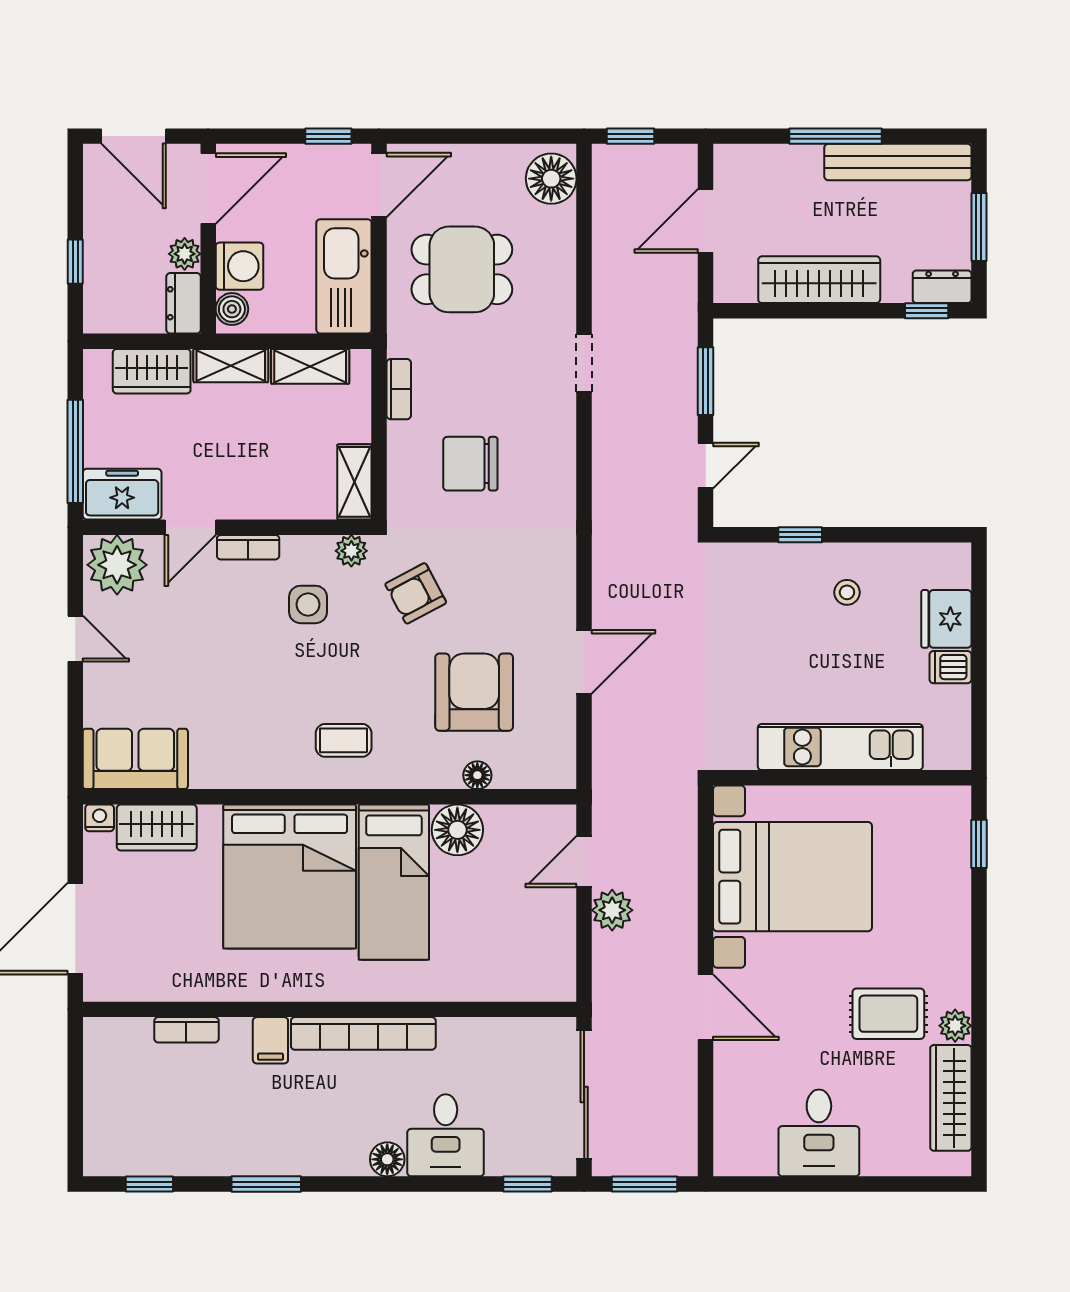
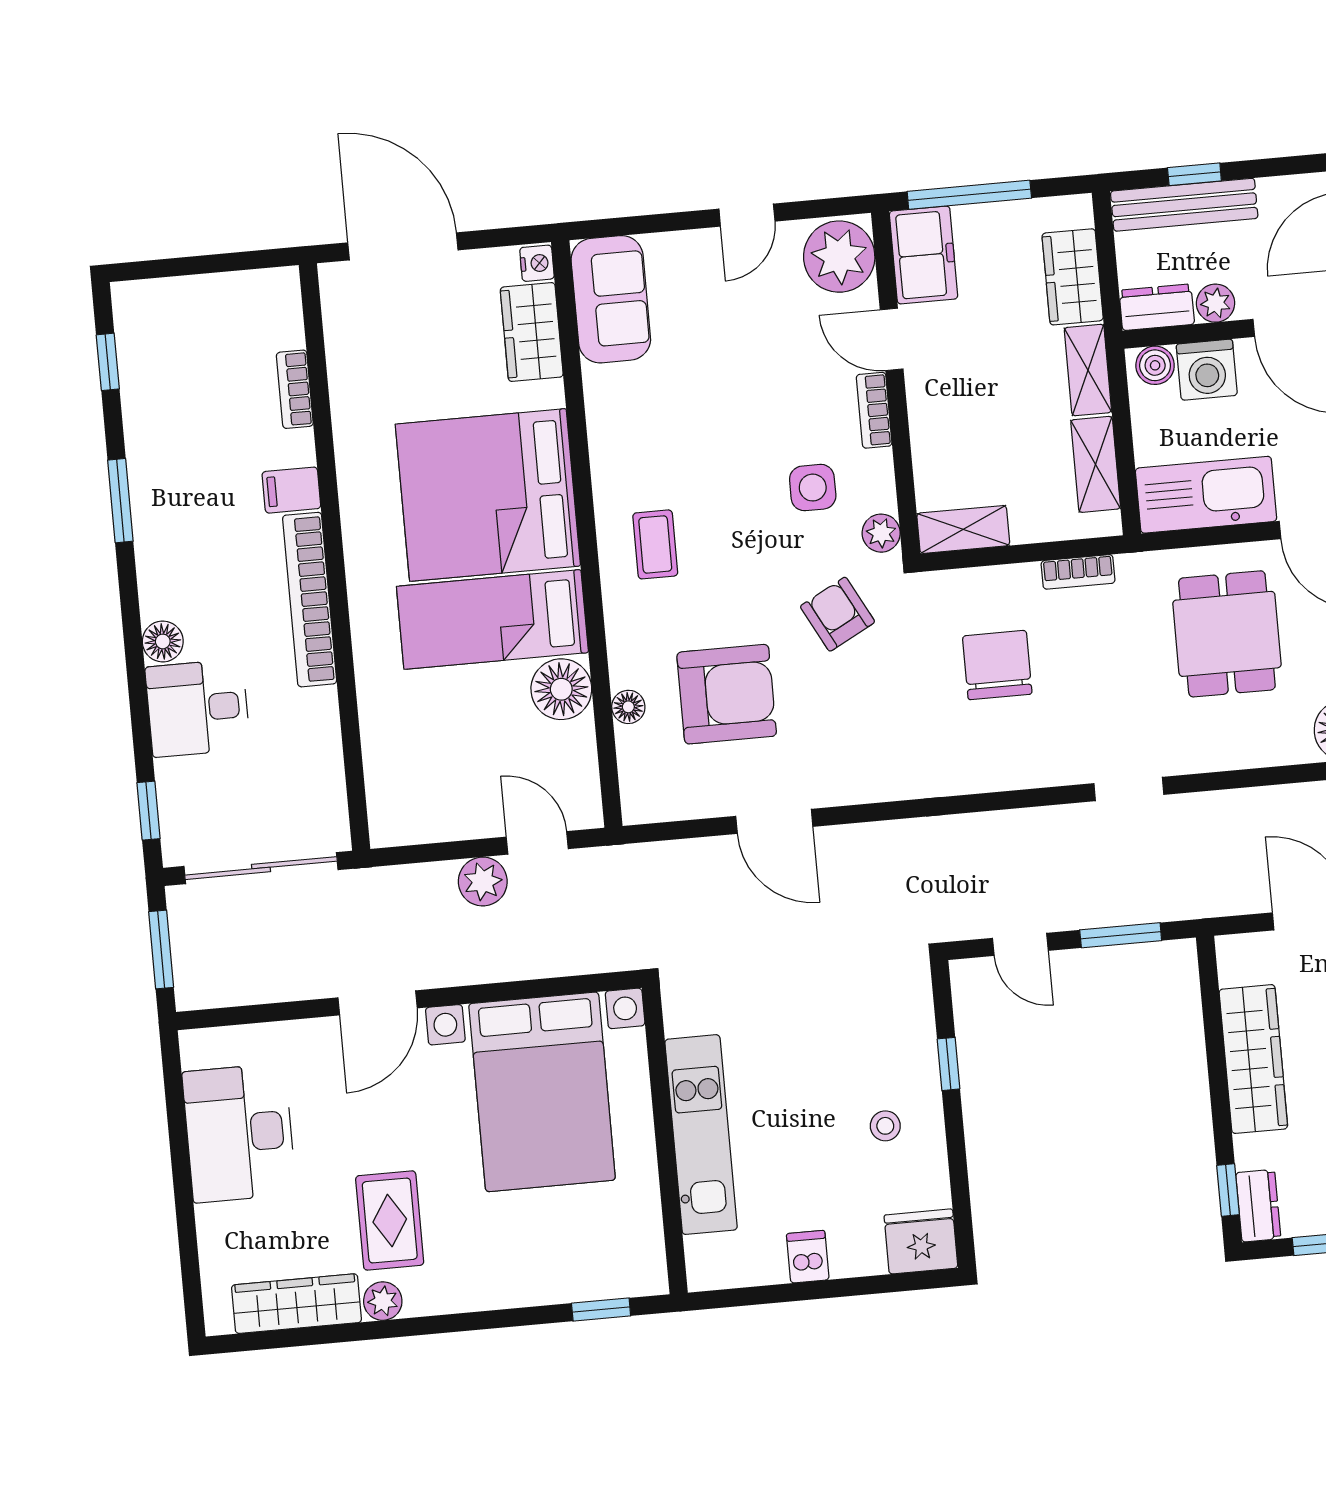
bench: (100, 273) -> (1184, 205), added
fridge: (946, 619) -> (921, 1242), moved
desk: (819, 1133) -> (239, 1133), width x1.37

